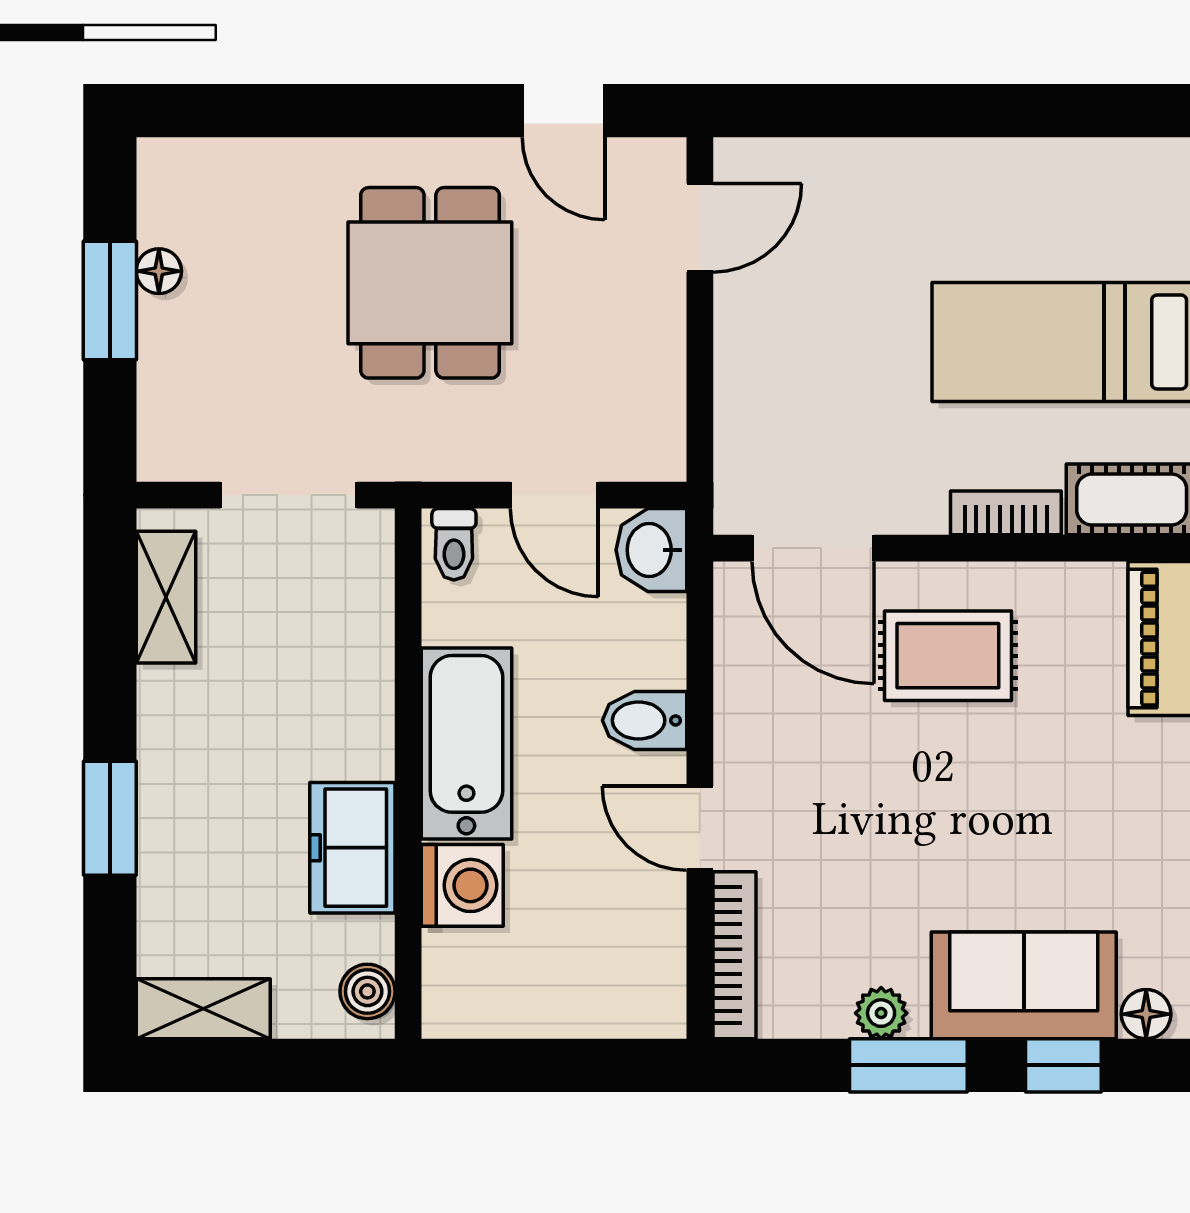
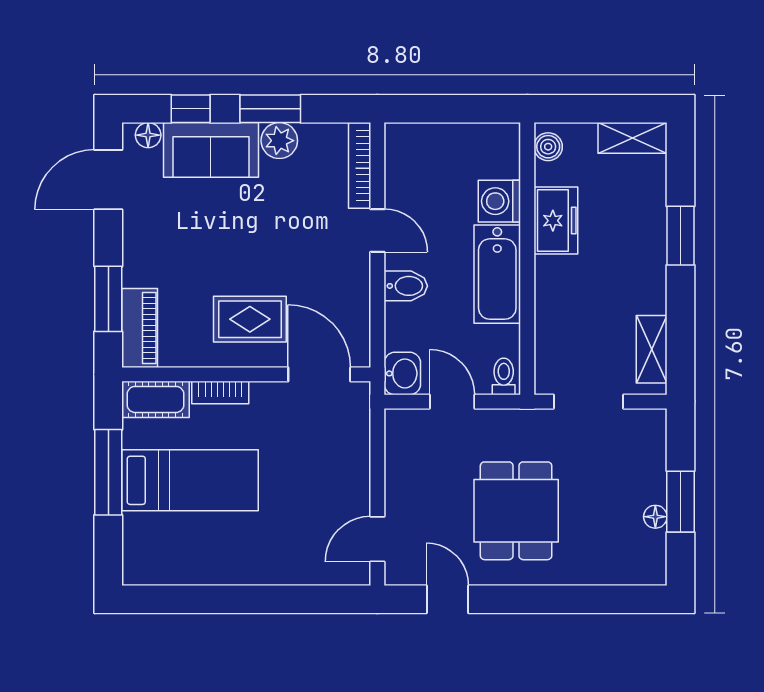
plant: (881, 1013) -> (279, 141), width x1.38, depth x1.38

